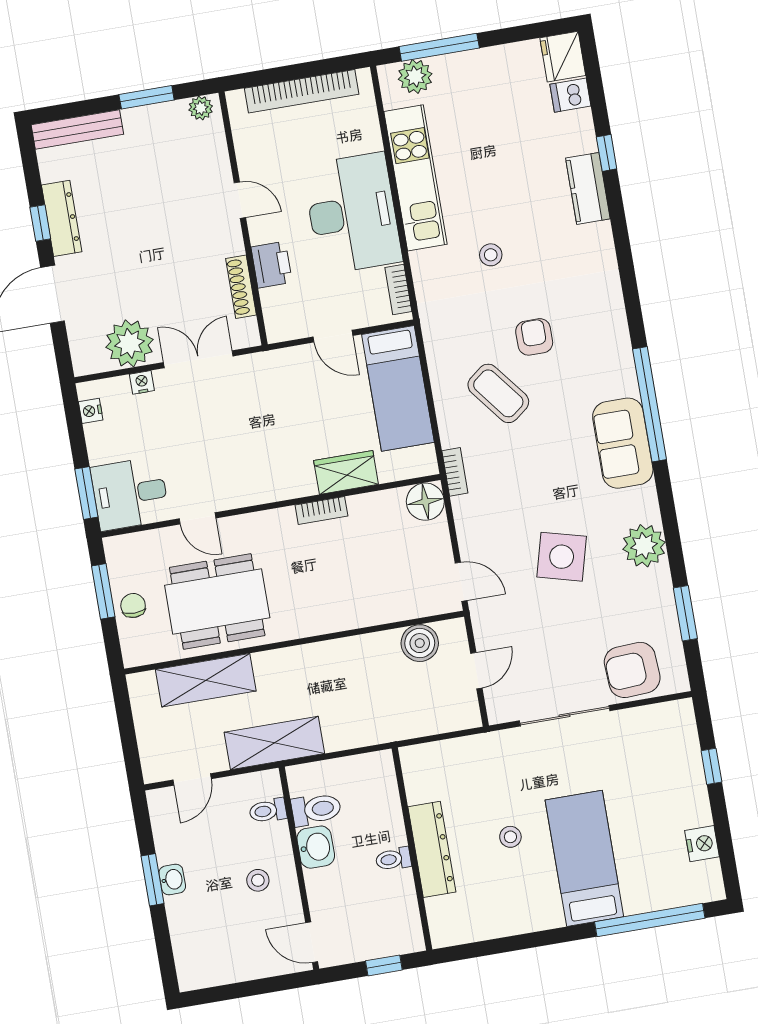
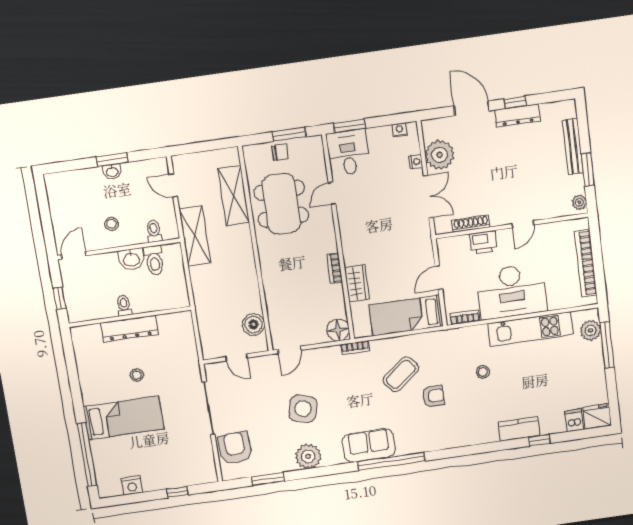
bench: (77, 129) -> (573, 147), moved

